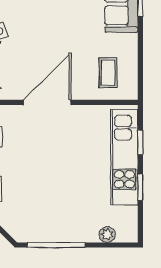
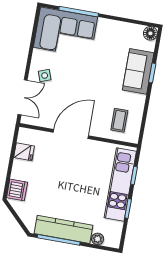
kitchen counter: (60, 230) -> (63, 229), added

